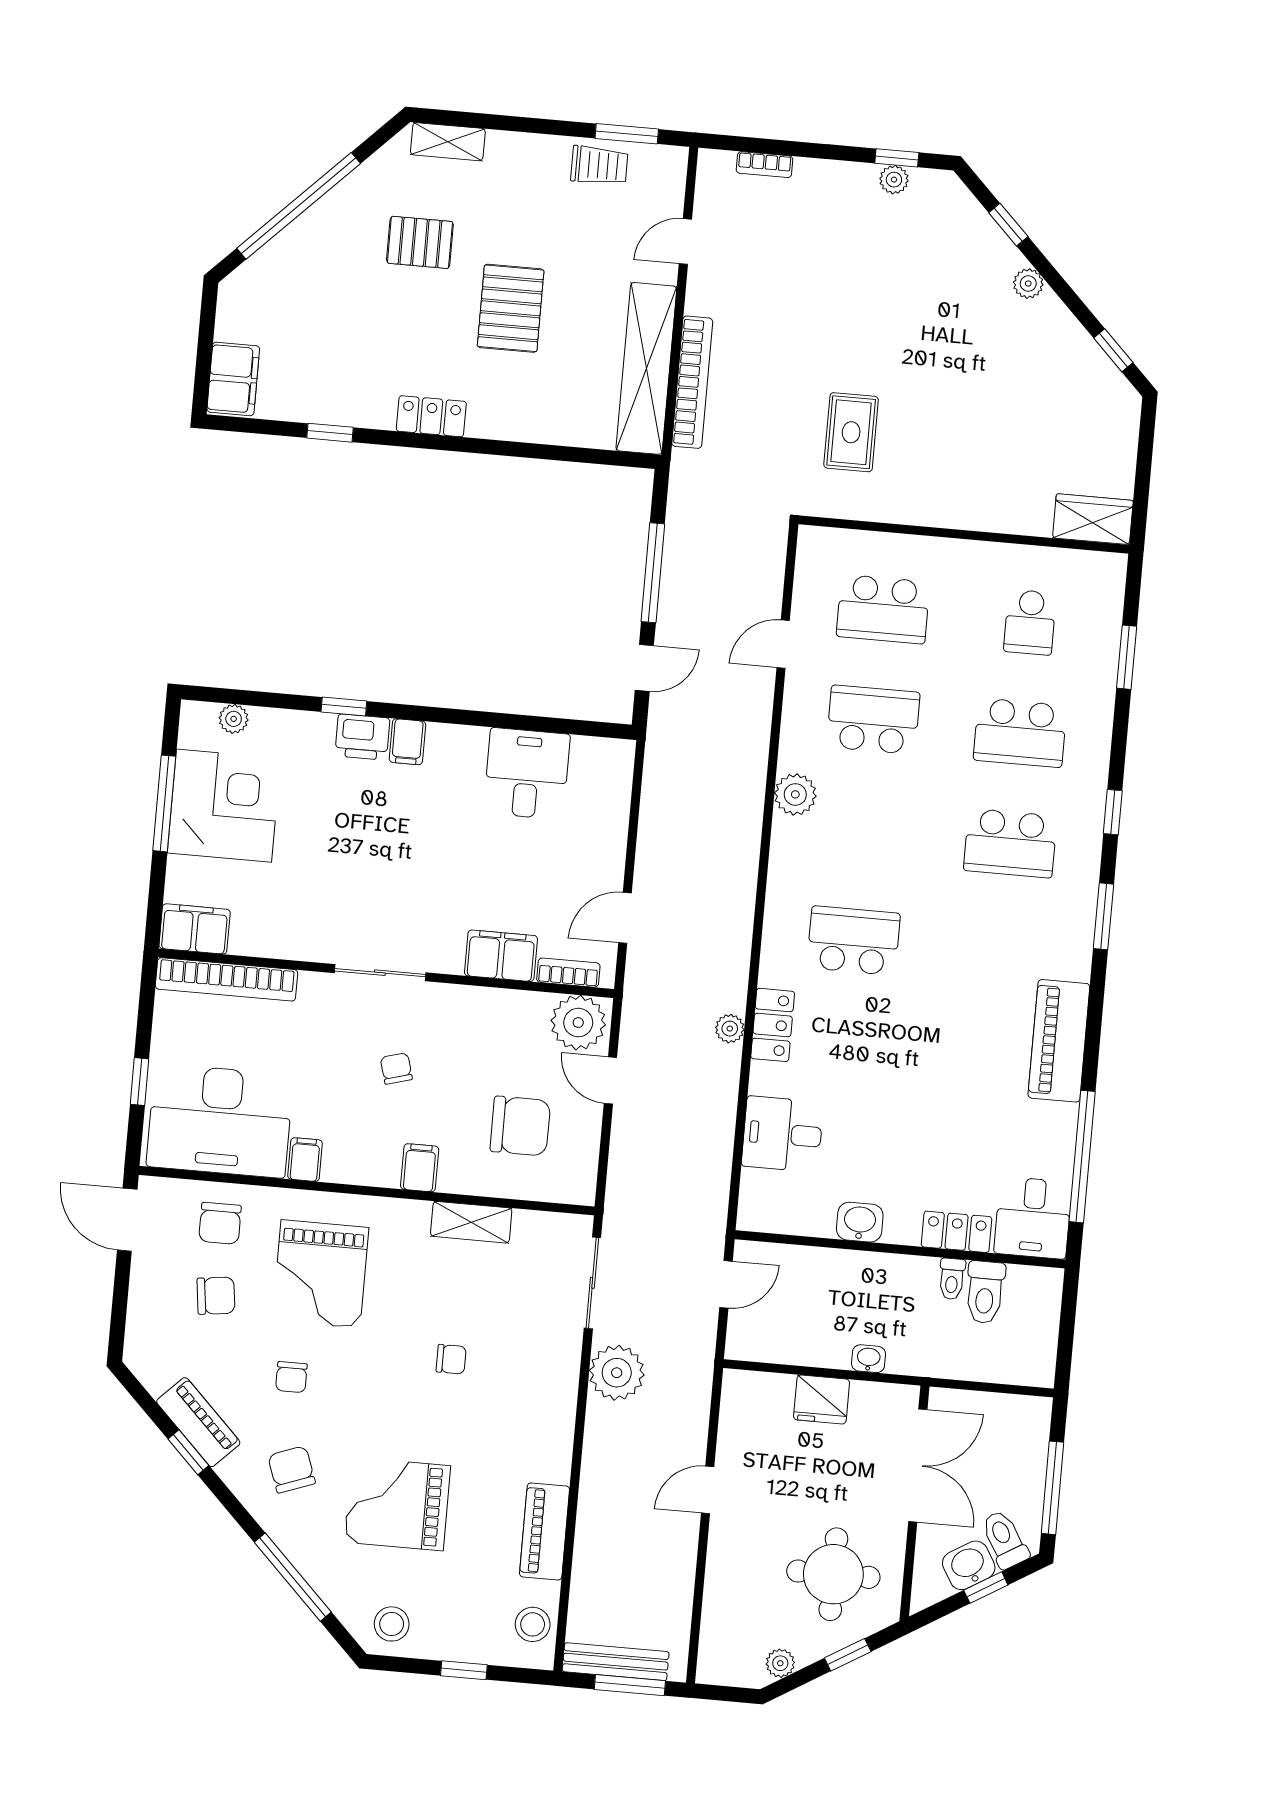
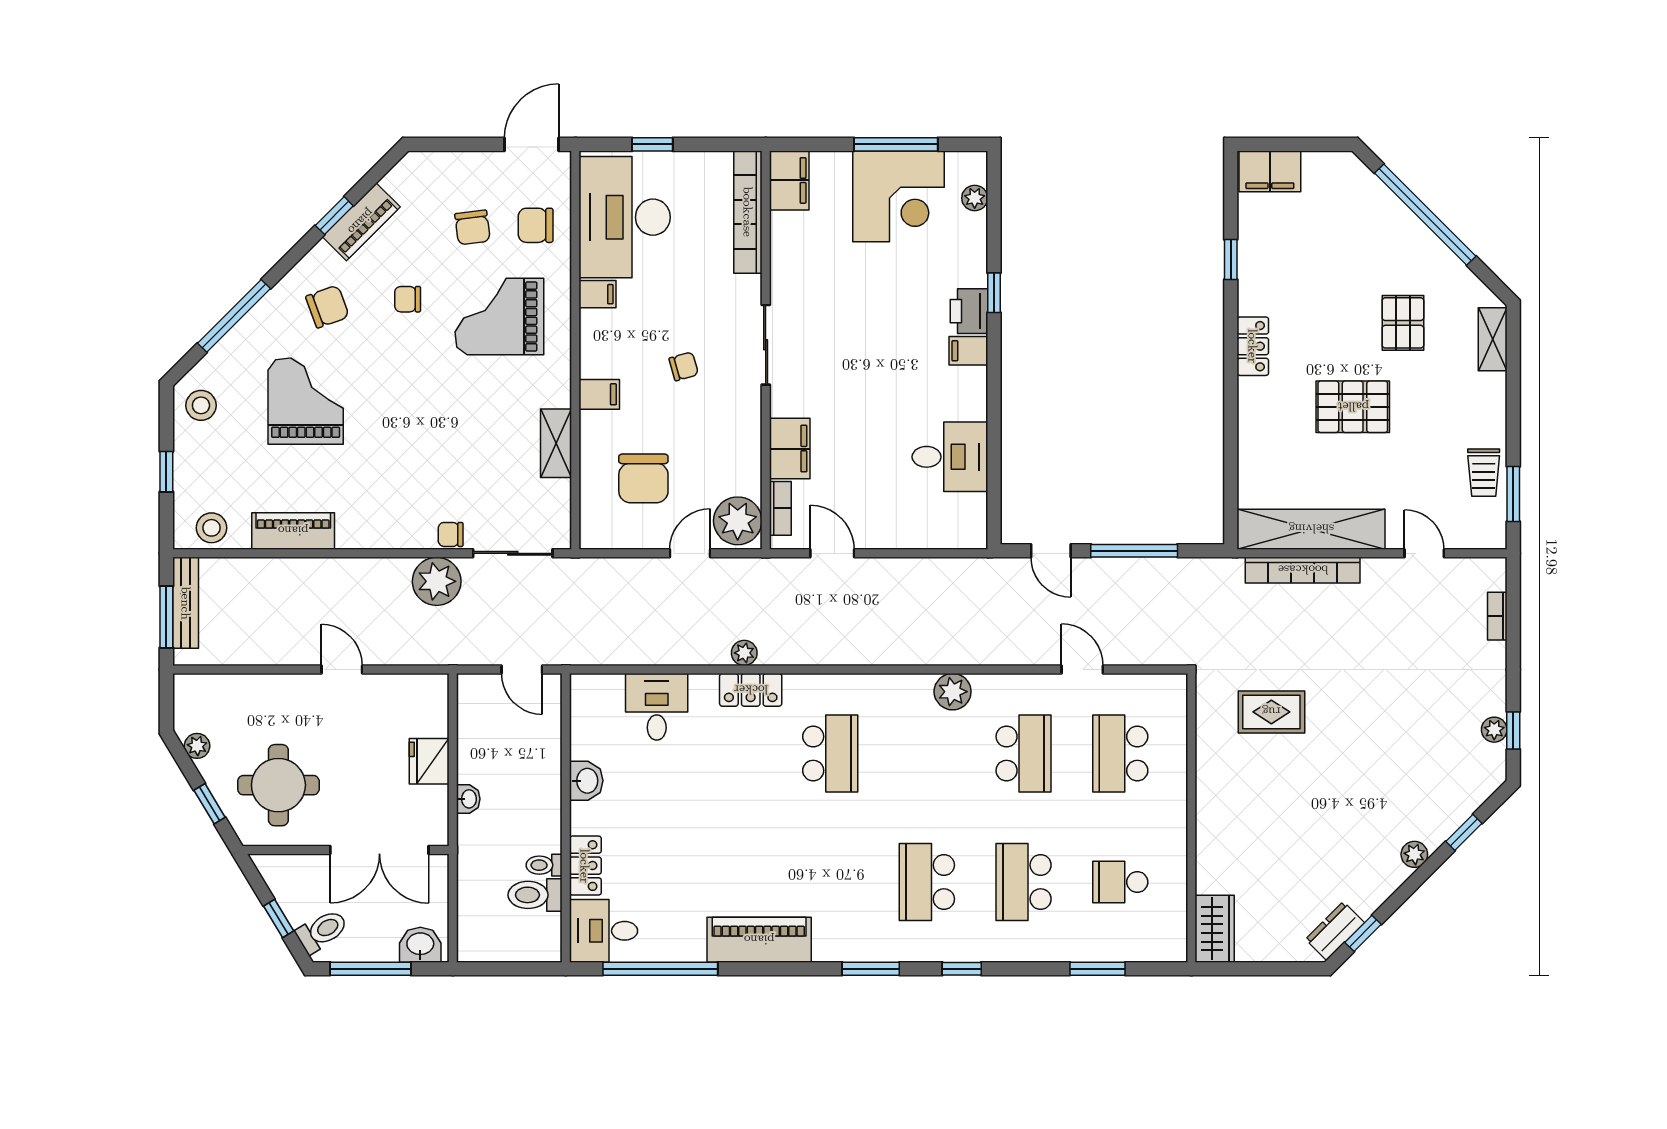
dresser: (1108, 382) -> (1335, 931), added
chair: (451, 1359) -> (451, 534), moved, turned 90
washbasin: (969, 1565) -> (420, 945), moved, turned -59

